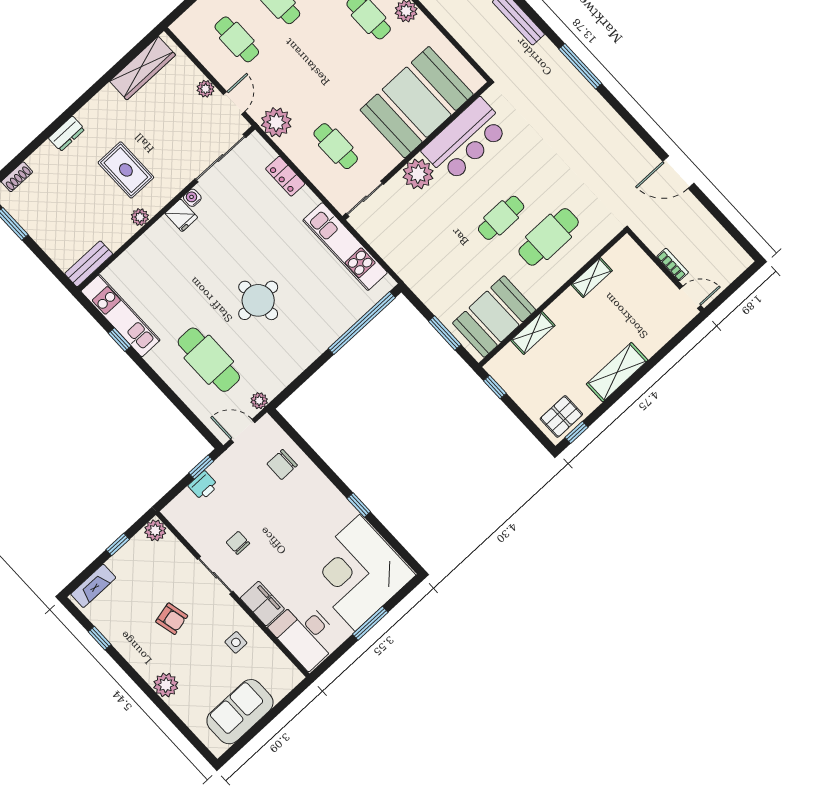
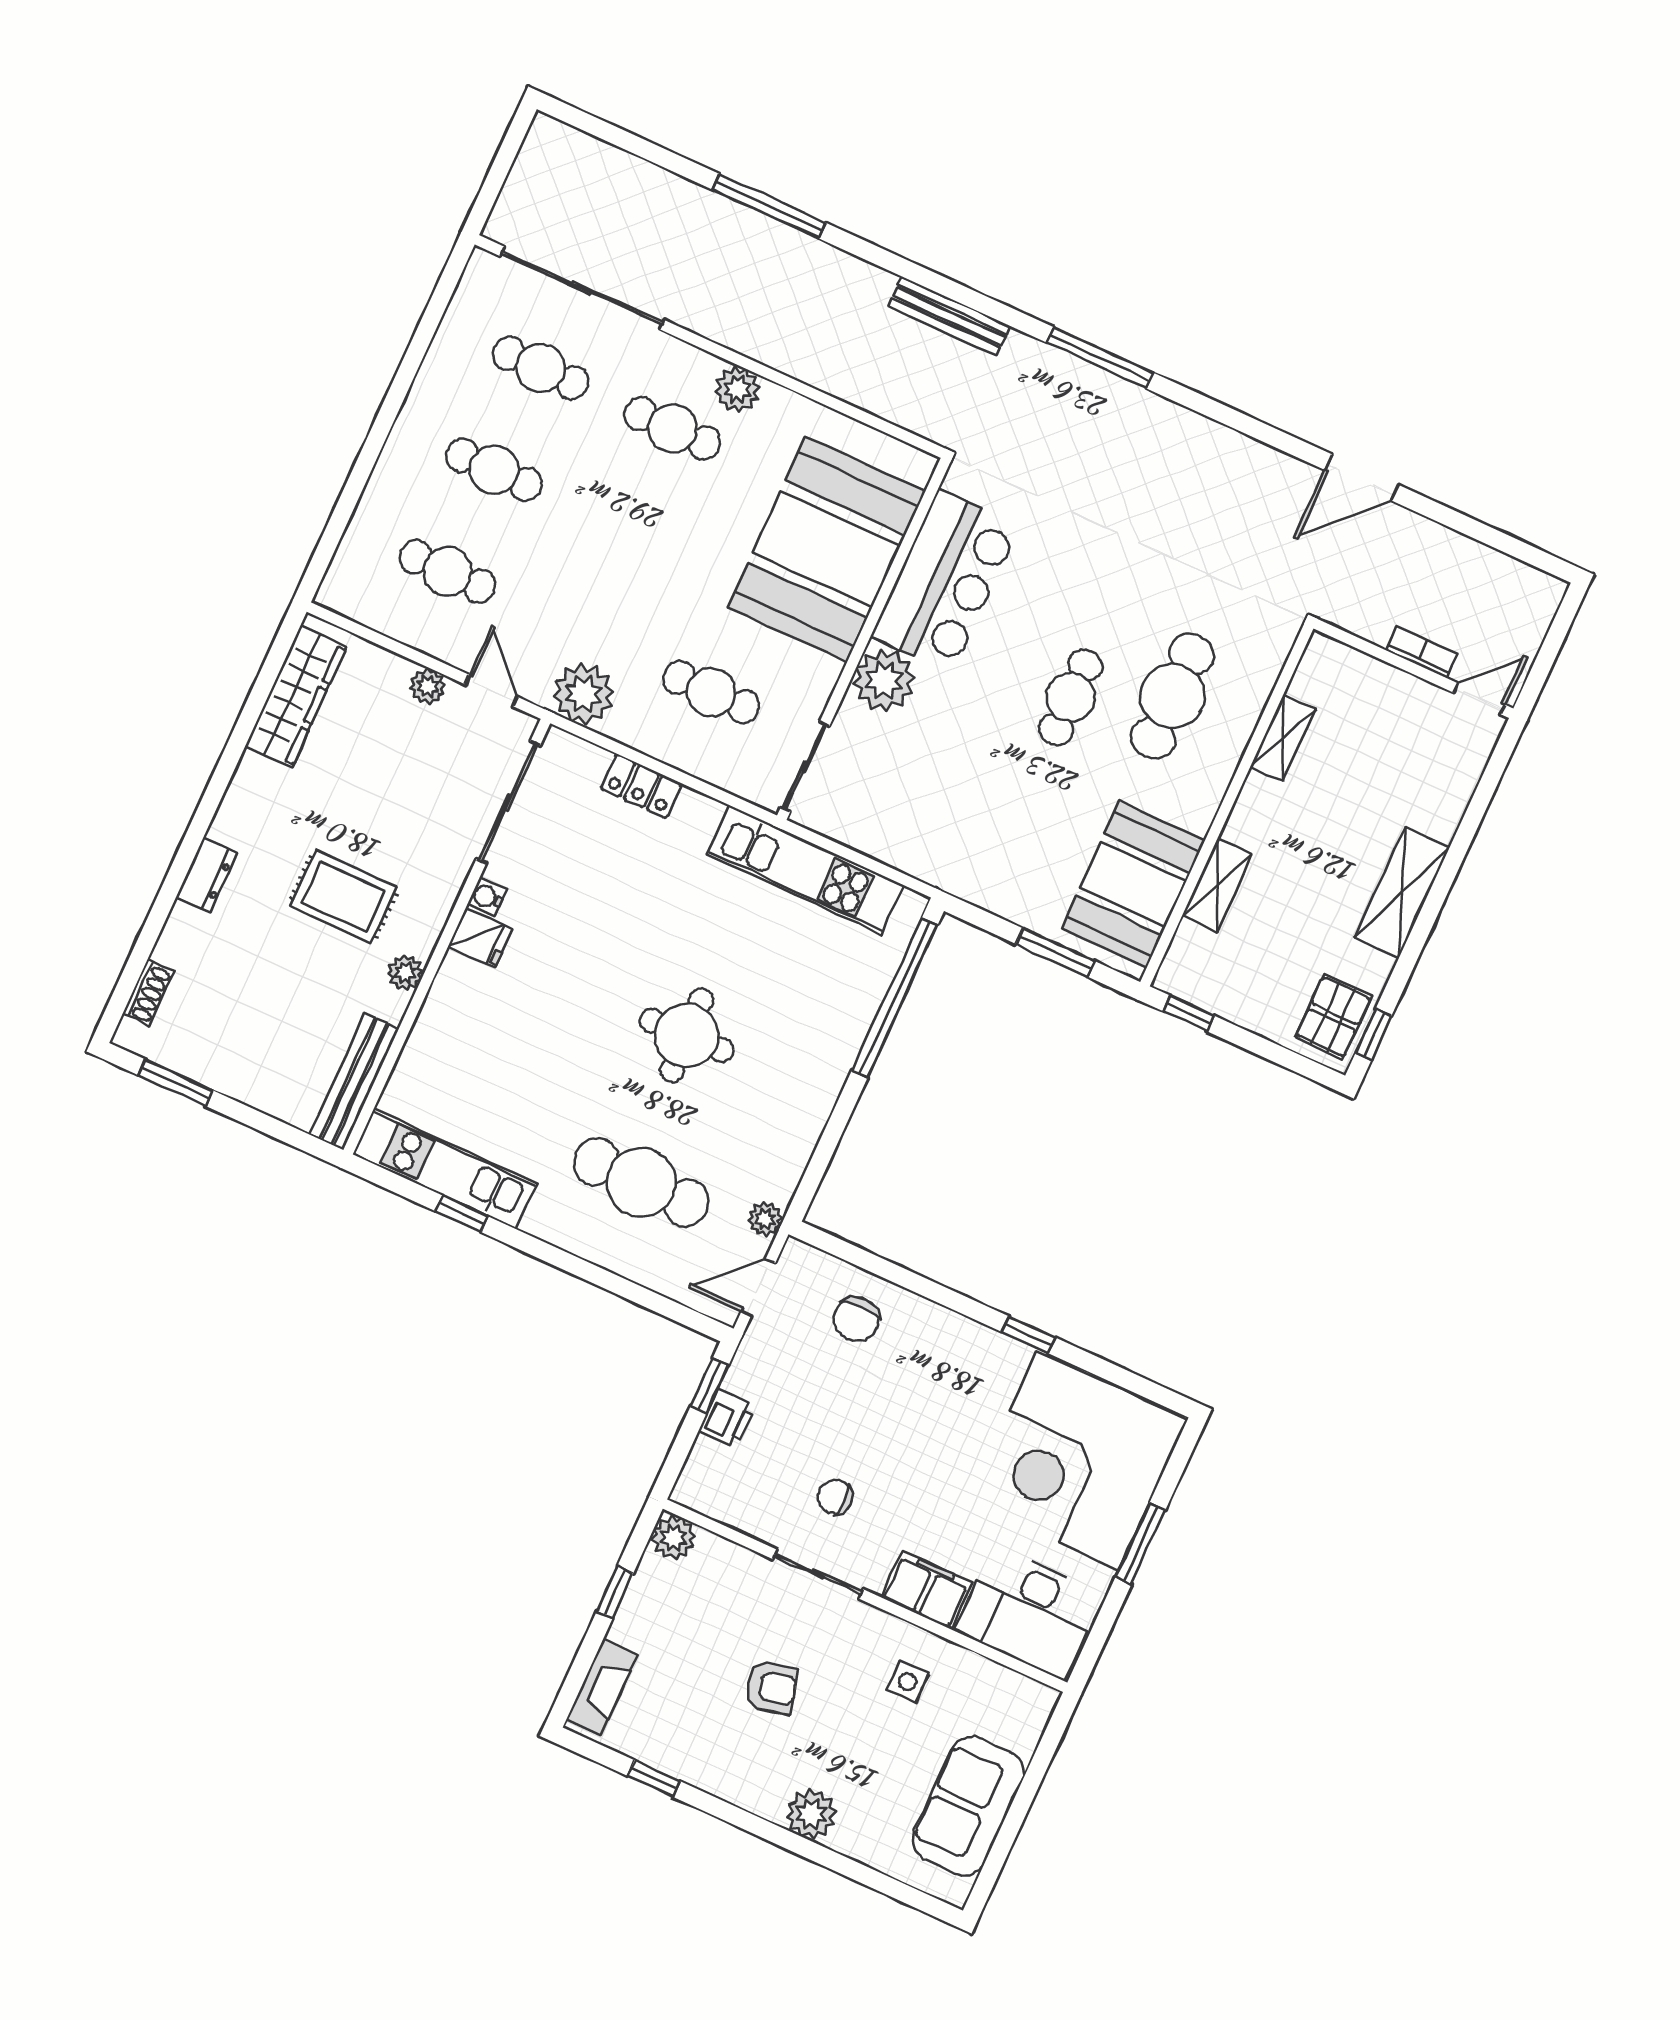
bench: (89, 264) -> (354, 1082), width x1.36

